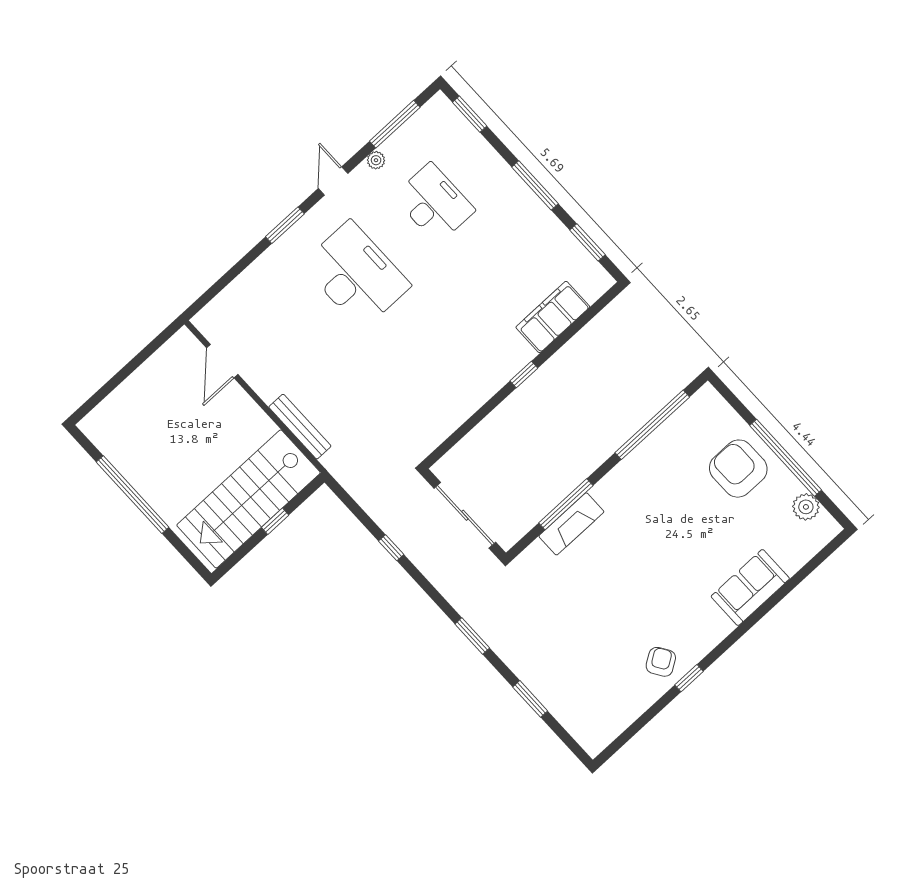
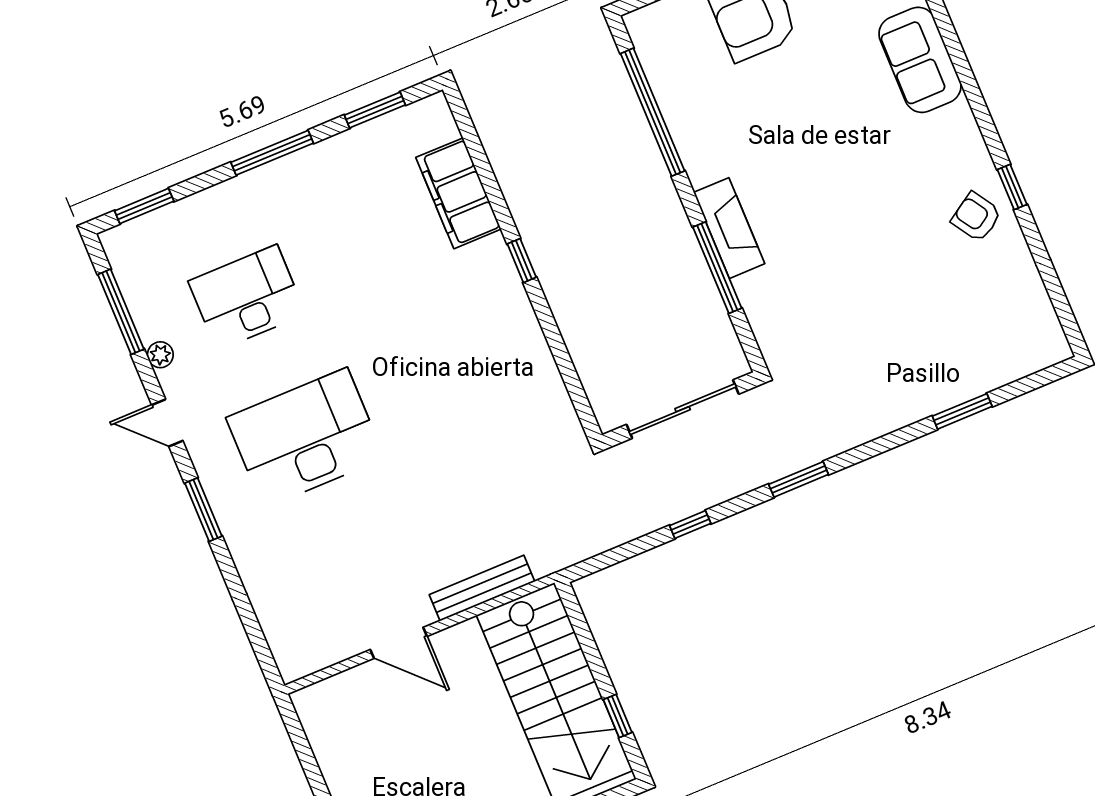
door: (222, 361) -> (399, 643), moved
window: (275, 521) -> (618, 716), moved
fireplace: (571, 524) -> (729, 228), moved
window: (472, 636) -> (799, 479), moved

